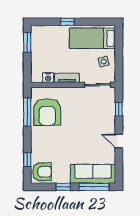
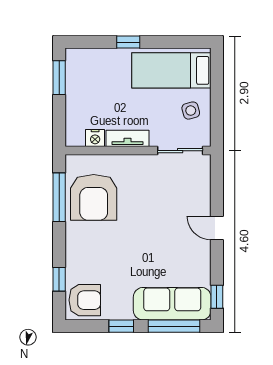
window: (119, 109) -> (217, 297), moved
door: (119, 141) -> (217, 228), moved

